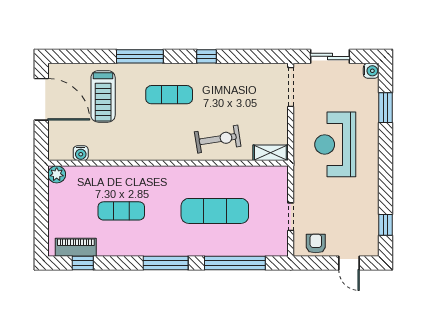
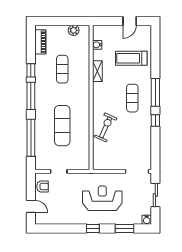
window: (140, 56) -> (155, 92), moved
door: (41, 99) -> (130, 21), width x0.53
exercise bike: (218, 139) -> (106, 127), turned -147
shelving: (270, 153) -> (97, 71), moved
plant: (57, 174) -> (74, 30), moved
window: (386, 225) -> (93, 228), moved
window: (83, 263) -> (31, 70), moved
door: (349, 263) -> (31, 206), swing flipped

